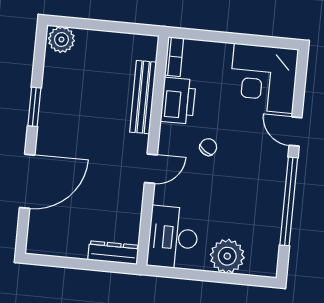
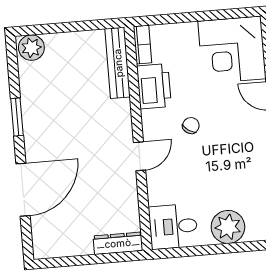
bench: (143, 97) -> (118, 63), moved
desk: (173, 238) -> (173, 226), width x0.73

